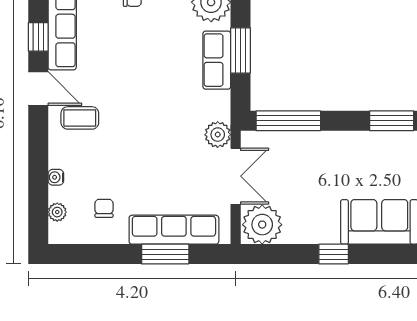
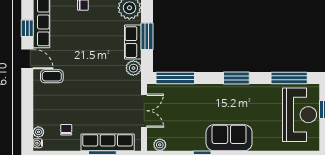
plant: (218, 135) -> (133, 68), moved
water cooler: (56, 177) -> (38, 143), moved
plant: (262, 225) -> (160, 145), width x0.53, depth x0.53

